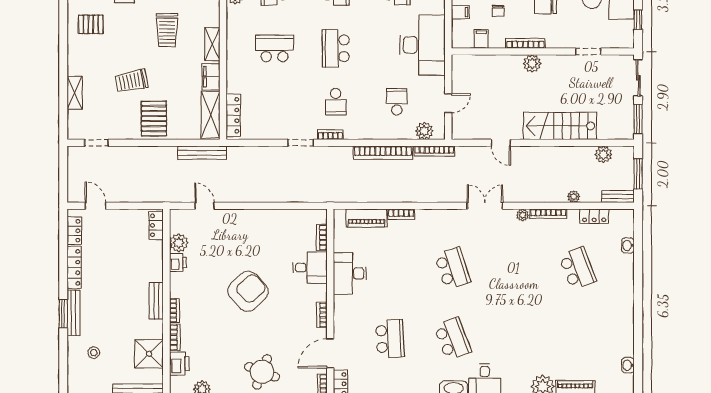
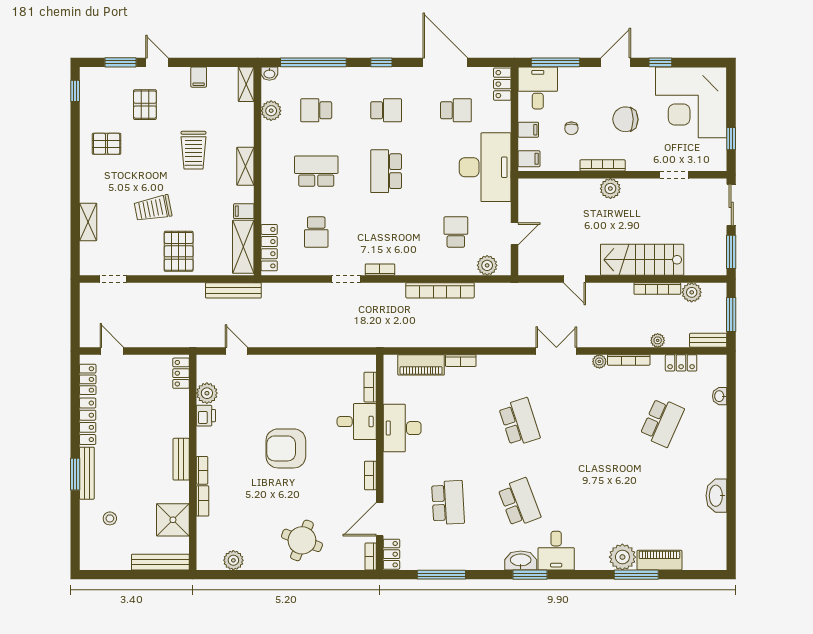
filing cabinet: (481, 39) -> (529, 159), moved, turned 90
filing cabinet: (211, 77) -> (244, 211), width x0.50
school desk: (336, 102) -> (316, 232), moved
bookcase: (434, 151) -> (657, 289), moved
school desk: (578, 268) -> (662, 422), turned 45
armchair: (248, 291) -> (286, 448), turned -137
printer: (179, 364) -> (208, 531), removed
washbasin: (628, 365) -> (716, 496), moved, width x1.91, depth x1.45

